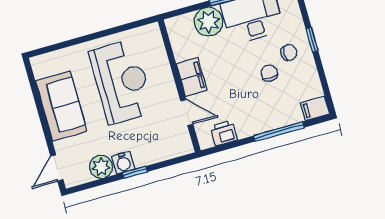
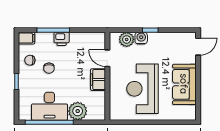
chair: (289, 53) -> (30, 60), moved
printer: (224, 133) -> (62, 39), moved
water cooler: (123, 163) -> (141, 38), moved
plant: (101, 167) -> (127, 39), moved

